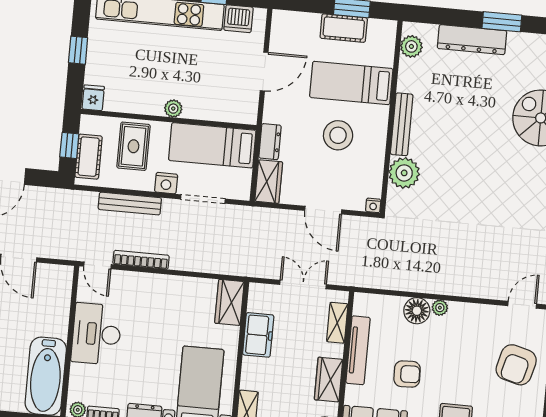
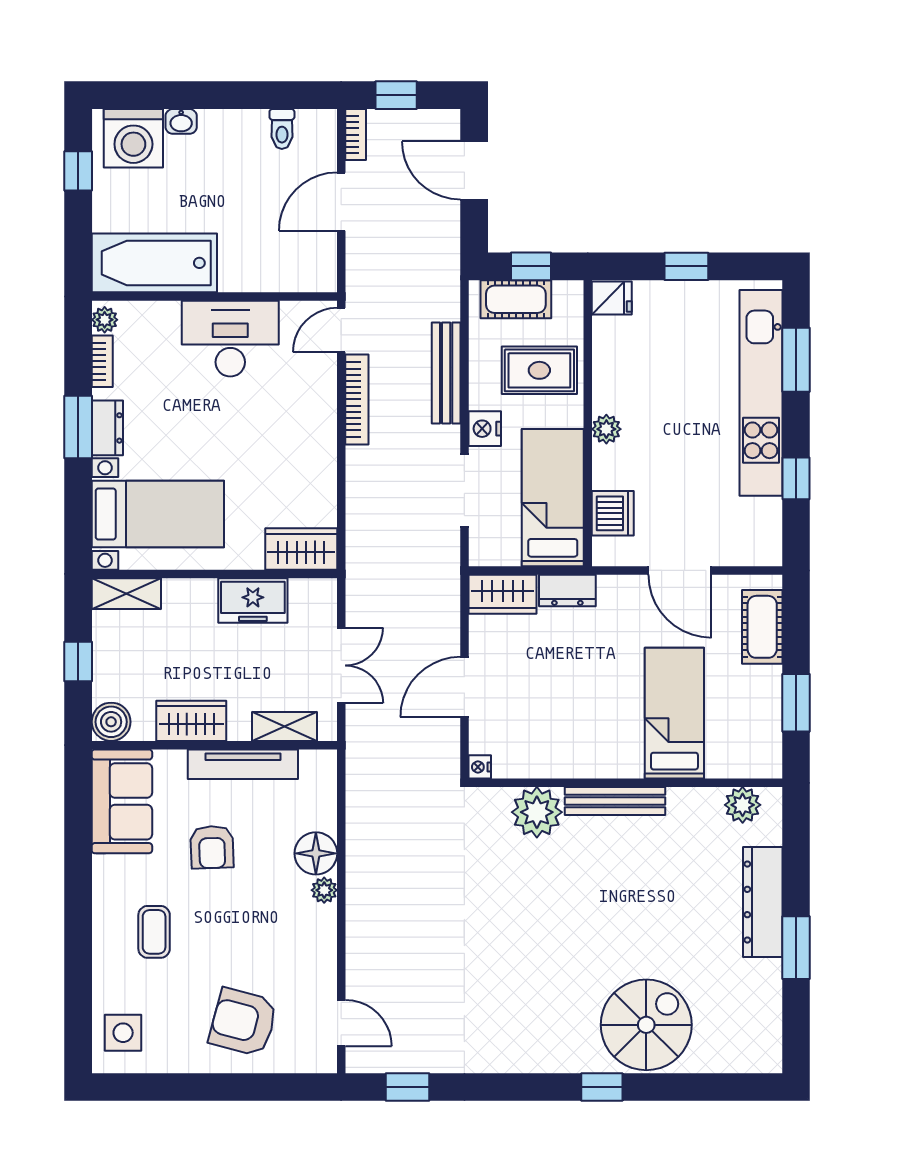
dishwasher: (238, 19) -> (613, 513), moved, turned 180
cot: (344, 28) -> (762, 627), moved
stool: (338, 135) -> (588, 700), removed

